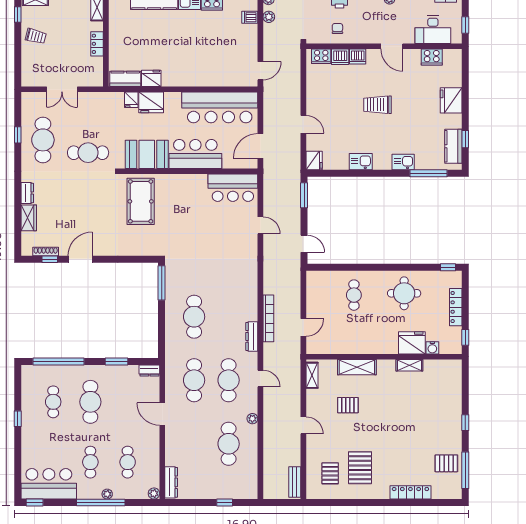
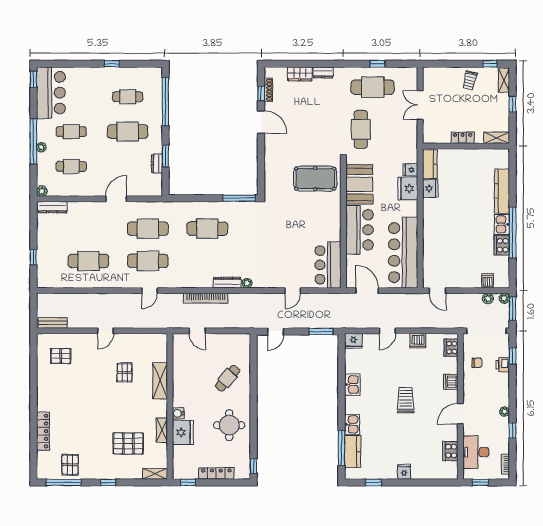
dishwasher: (340, 57) -> (418, 341), moved, turned -90
fridge: (451, 100) -> (404, 472), width x0.53, depth x0.75
kitchen counter: (453, 146) -> (353, 452), moved, turned 90
cafe table: (354, 295) -> (228, 378), turned -49
dresser: (252, 336) -> (227, 283), moved
water cooler: (432, 348) -> (178, 413), moved
dresser: (149, 370) -> (157, 164), moved
shelving: (312, 375) -> (155, 474), moved
plant: (252, 419) -> (247, 283), moved
pallet: (360, 468) -> (128, 444), moved

